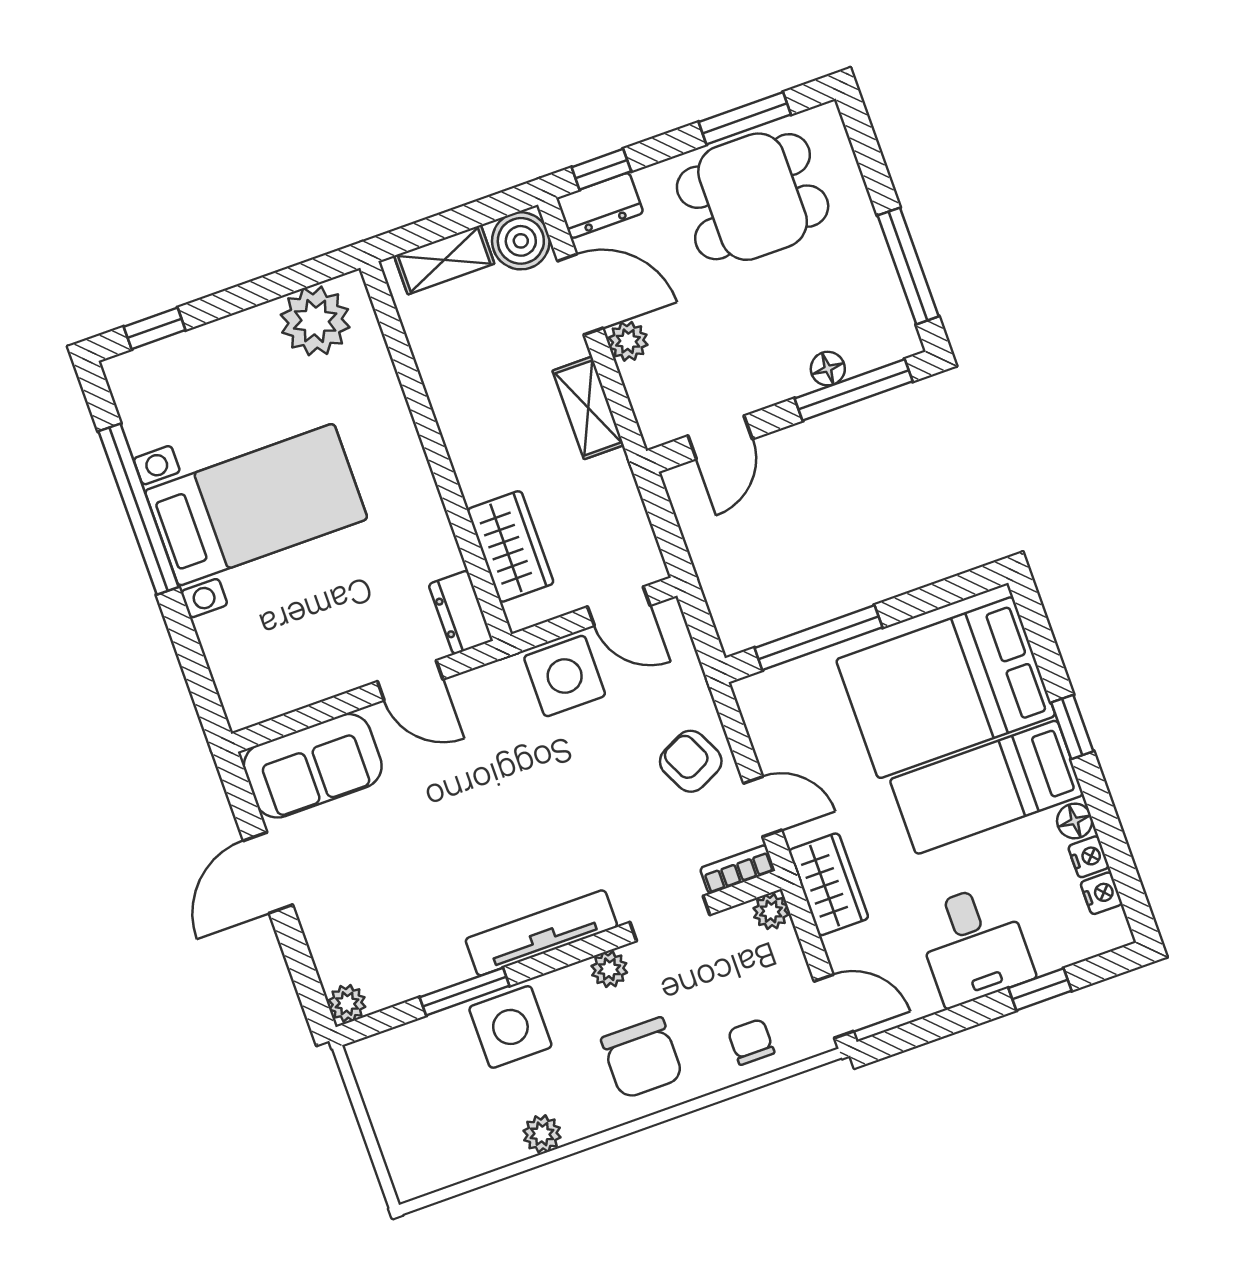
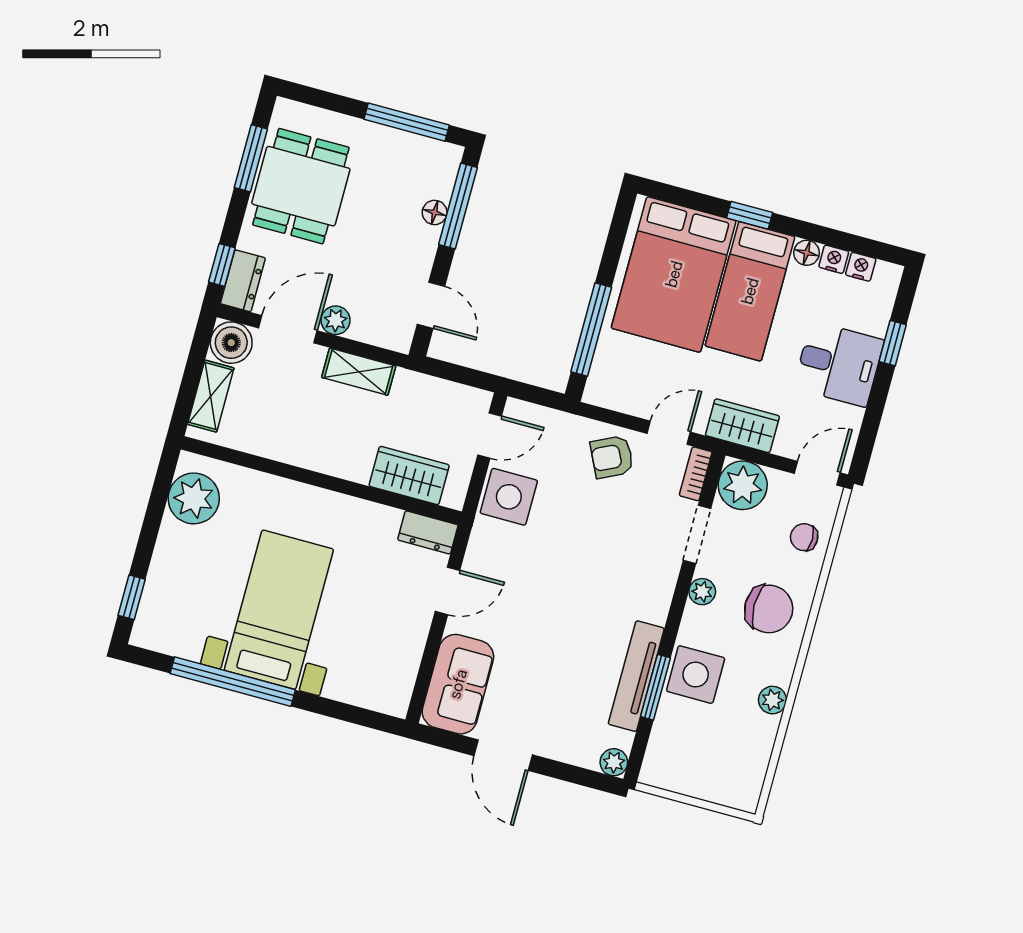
plant: (771, 911) -> (743, 485), width x1.88, depth x1.88
tv unit: (541, 933) -> (636, 676), moved

